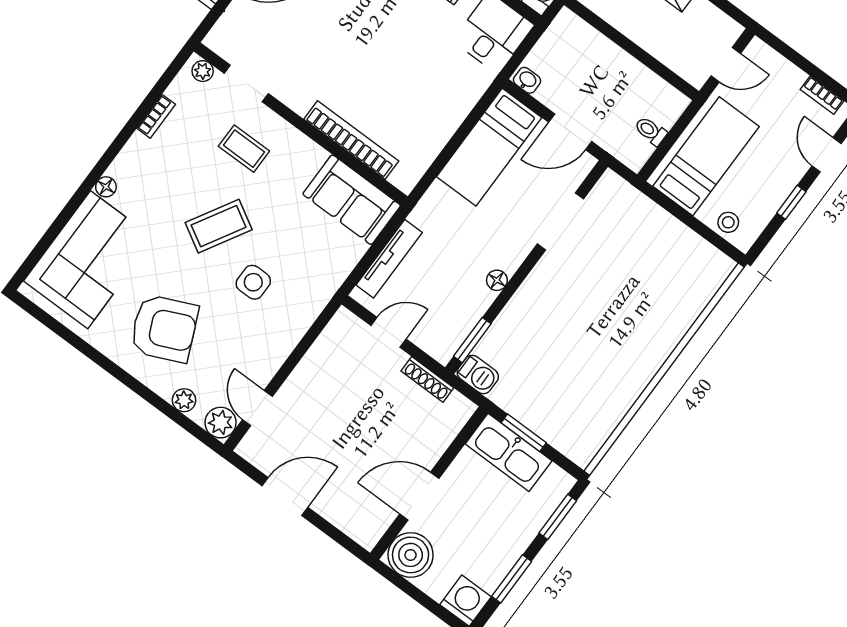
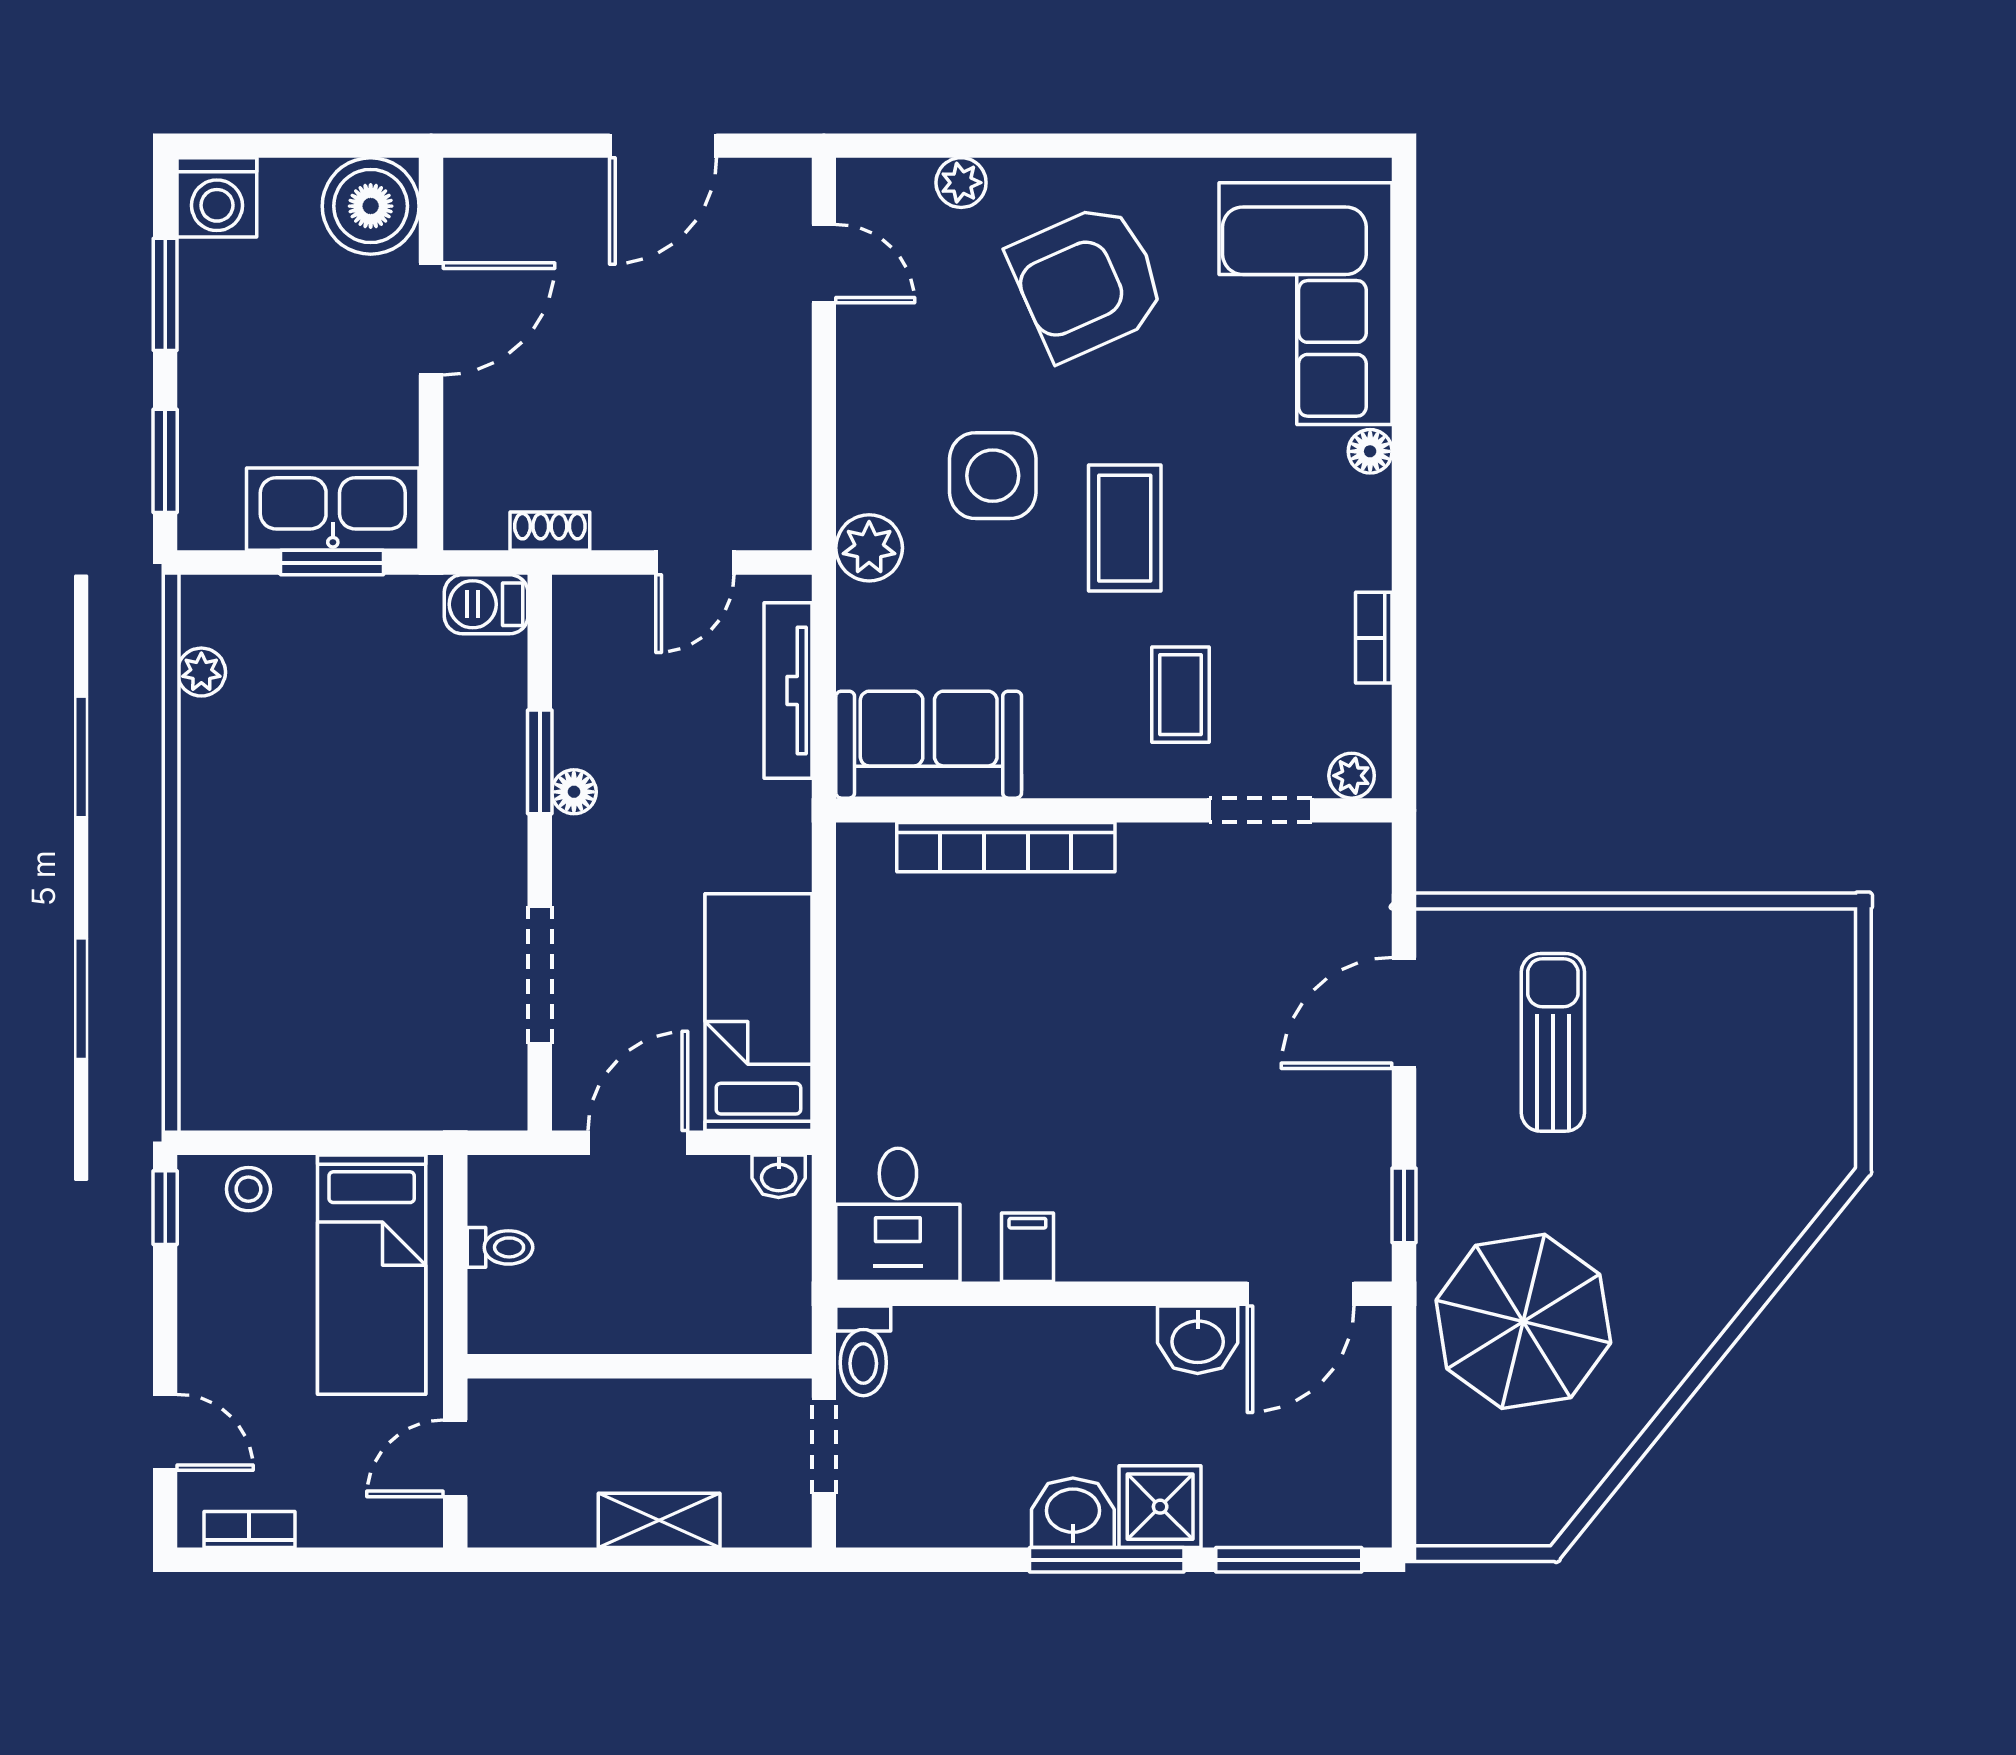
coffee table: (244, 149) -> (1181, 695), turned 90
window: (791, 202) -> (165, 1208), moved
coffee table: (219, 226) -> (1125, 528), turned -30
side table: (253, 282) -> (993, 476), width x1.37, depth x1.37
window: (472, 340) -> (540, 762), moved
shoe rack: (427, 379) -> (550, 531), width x0.70
plant: (221, 423) -> (869, 548), moved
plant: (603, 428) -> (201, 672), added

